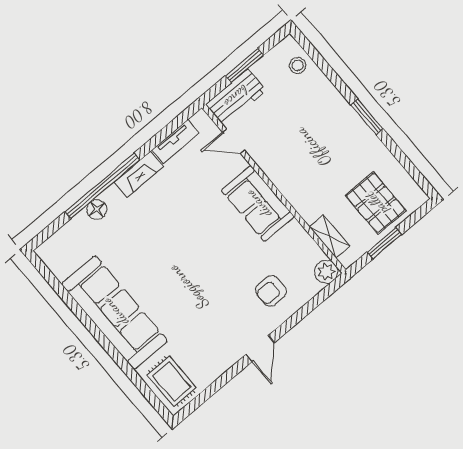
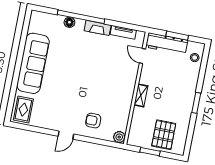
workbench: (236, 97) -> (167, 44), width x1.38
sofa: (258, 204) -> (125, 86), removed
shelving: (329, 236) -> (141, 95), moved

